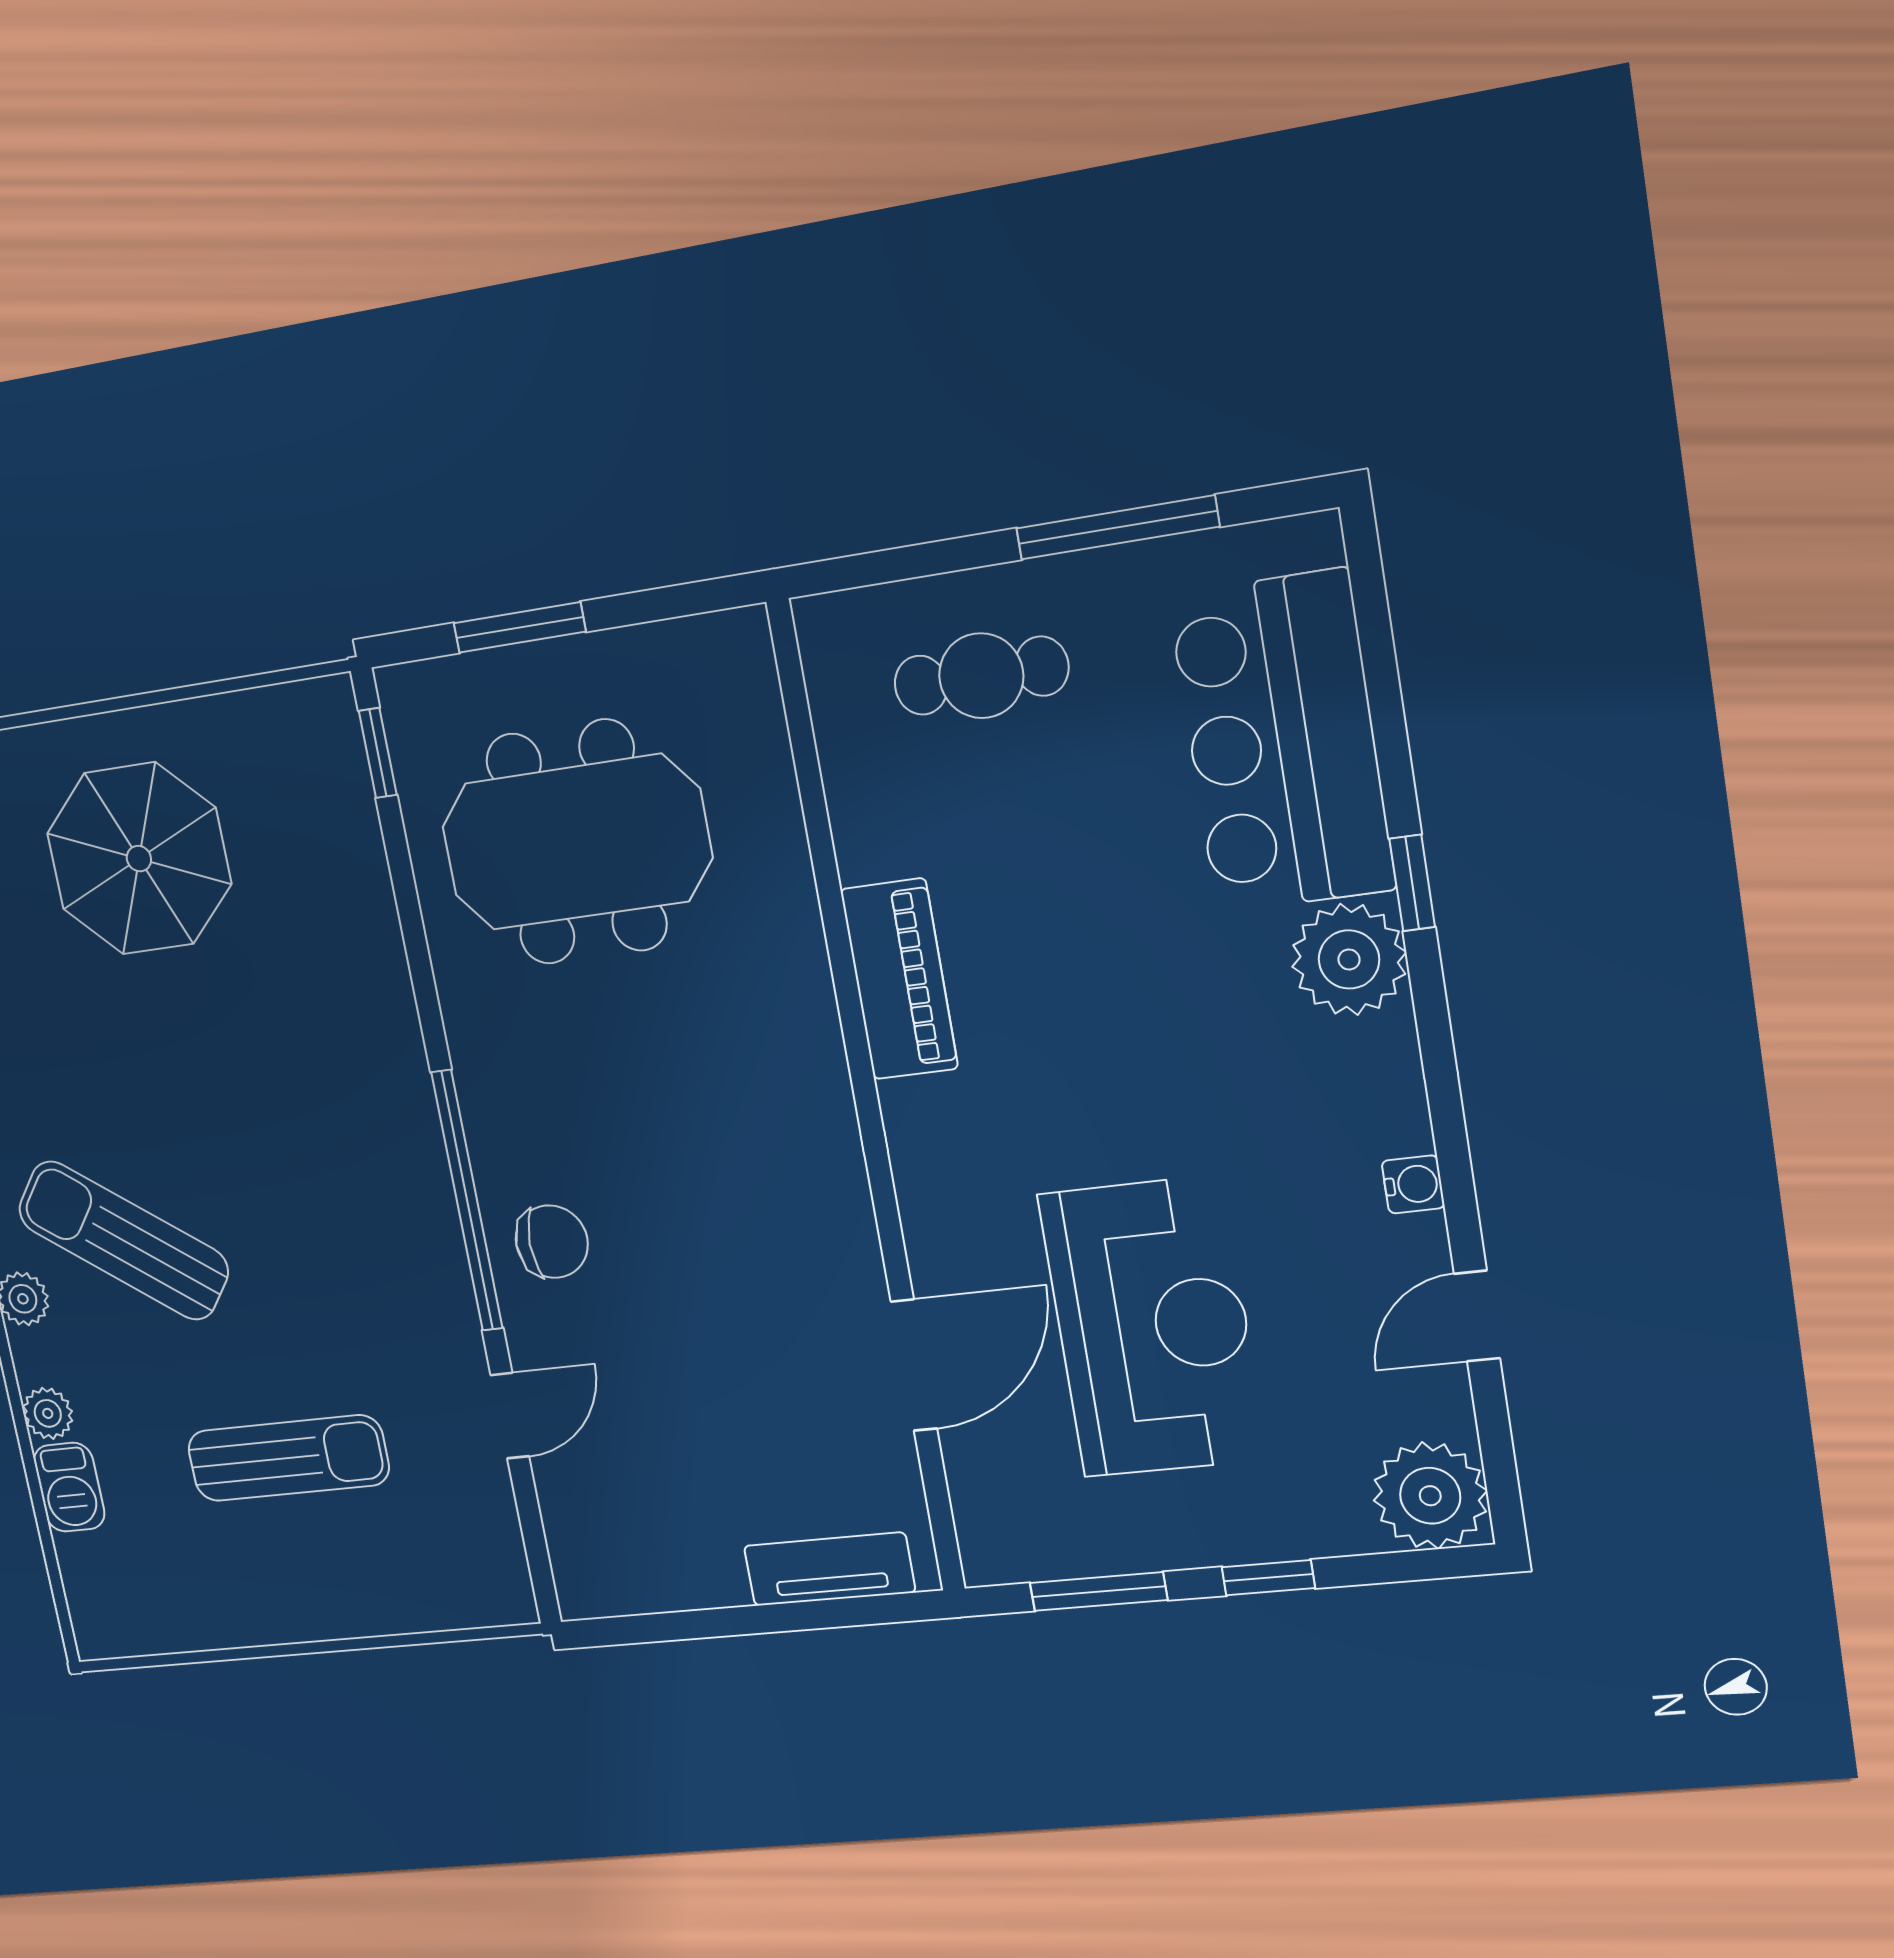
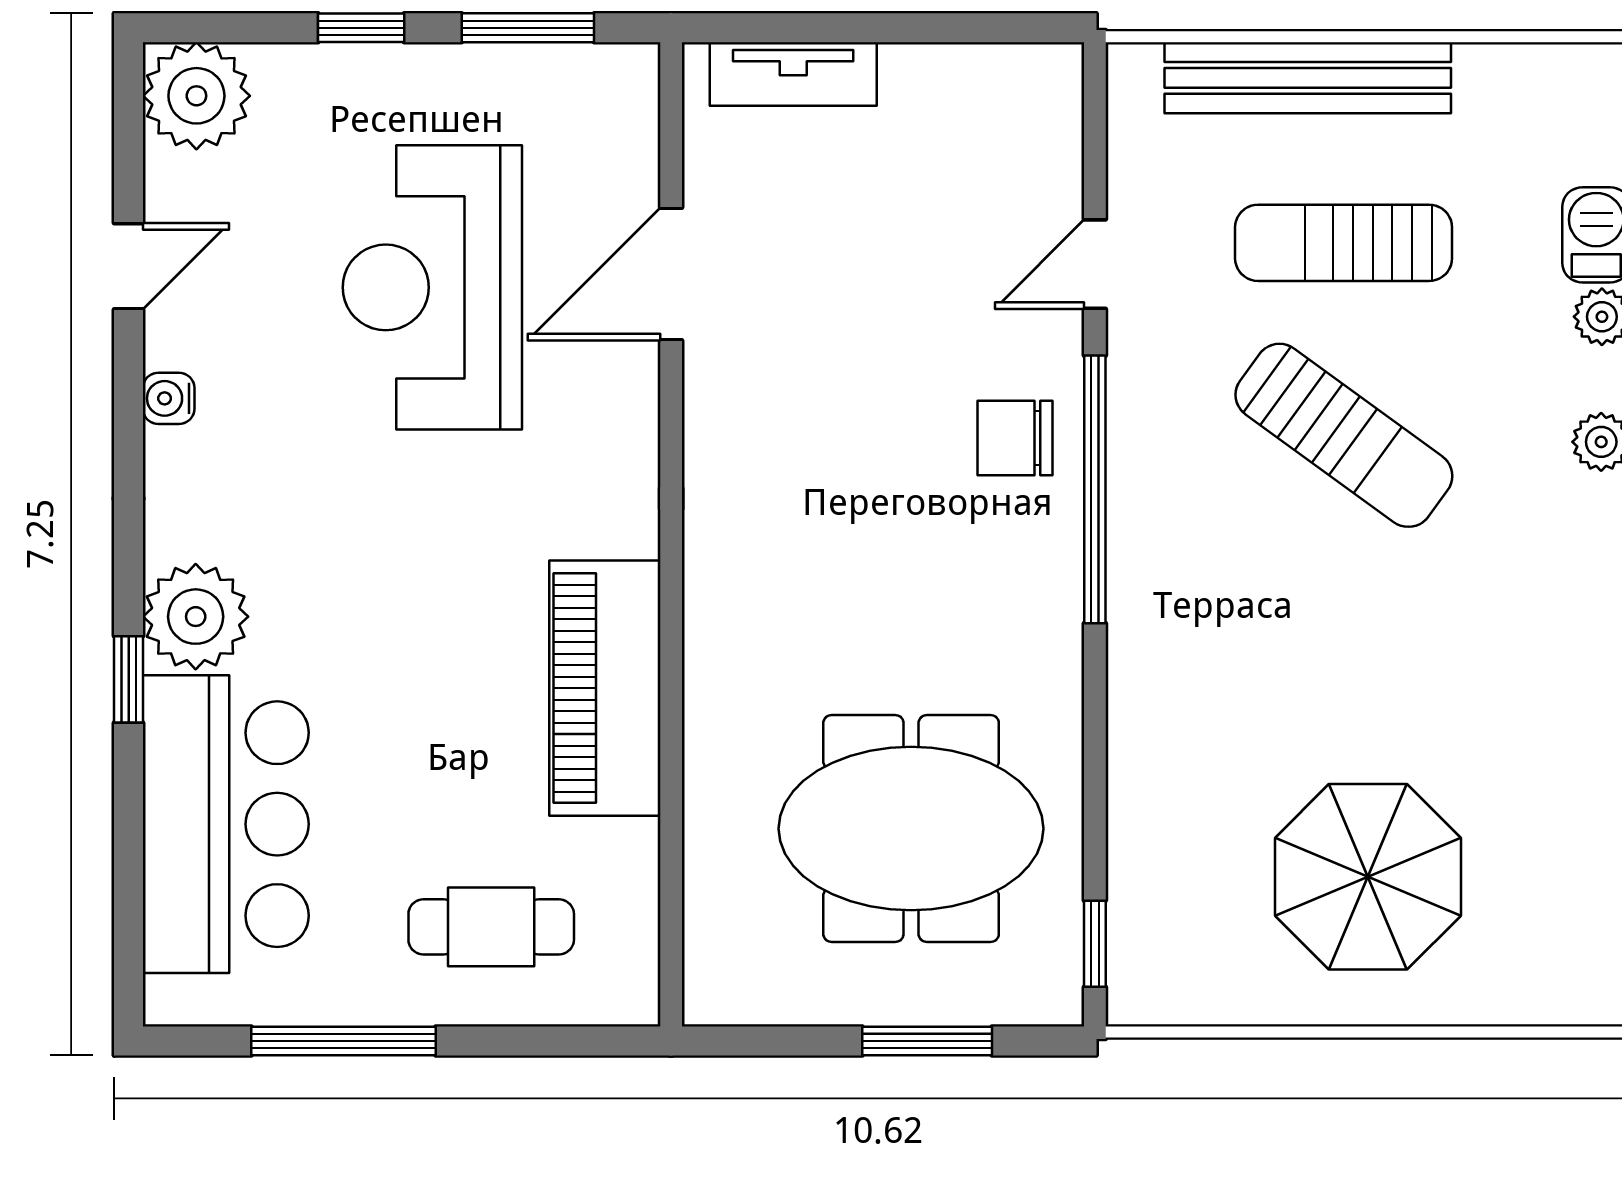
piano: (899, 979) -> (605, 688), width x1.37, depth x1.33
sun lounger: (123, 1240) -> (1344, 435), moved
bench: (352, 1606) -> (1308, 78), added

